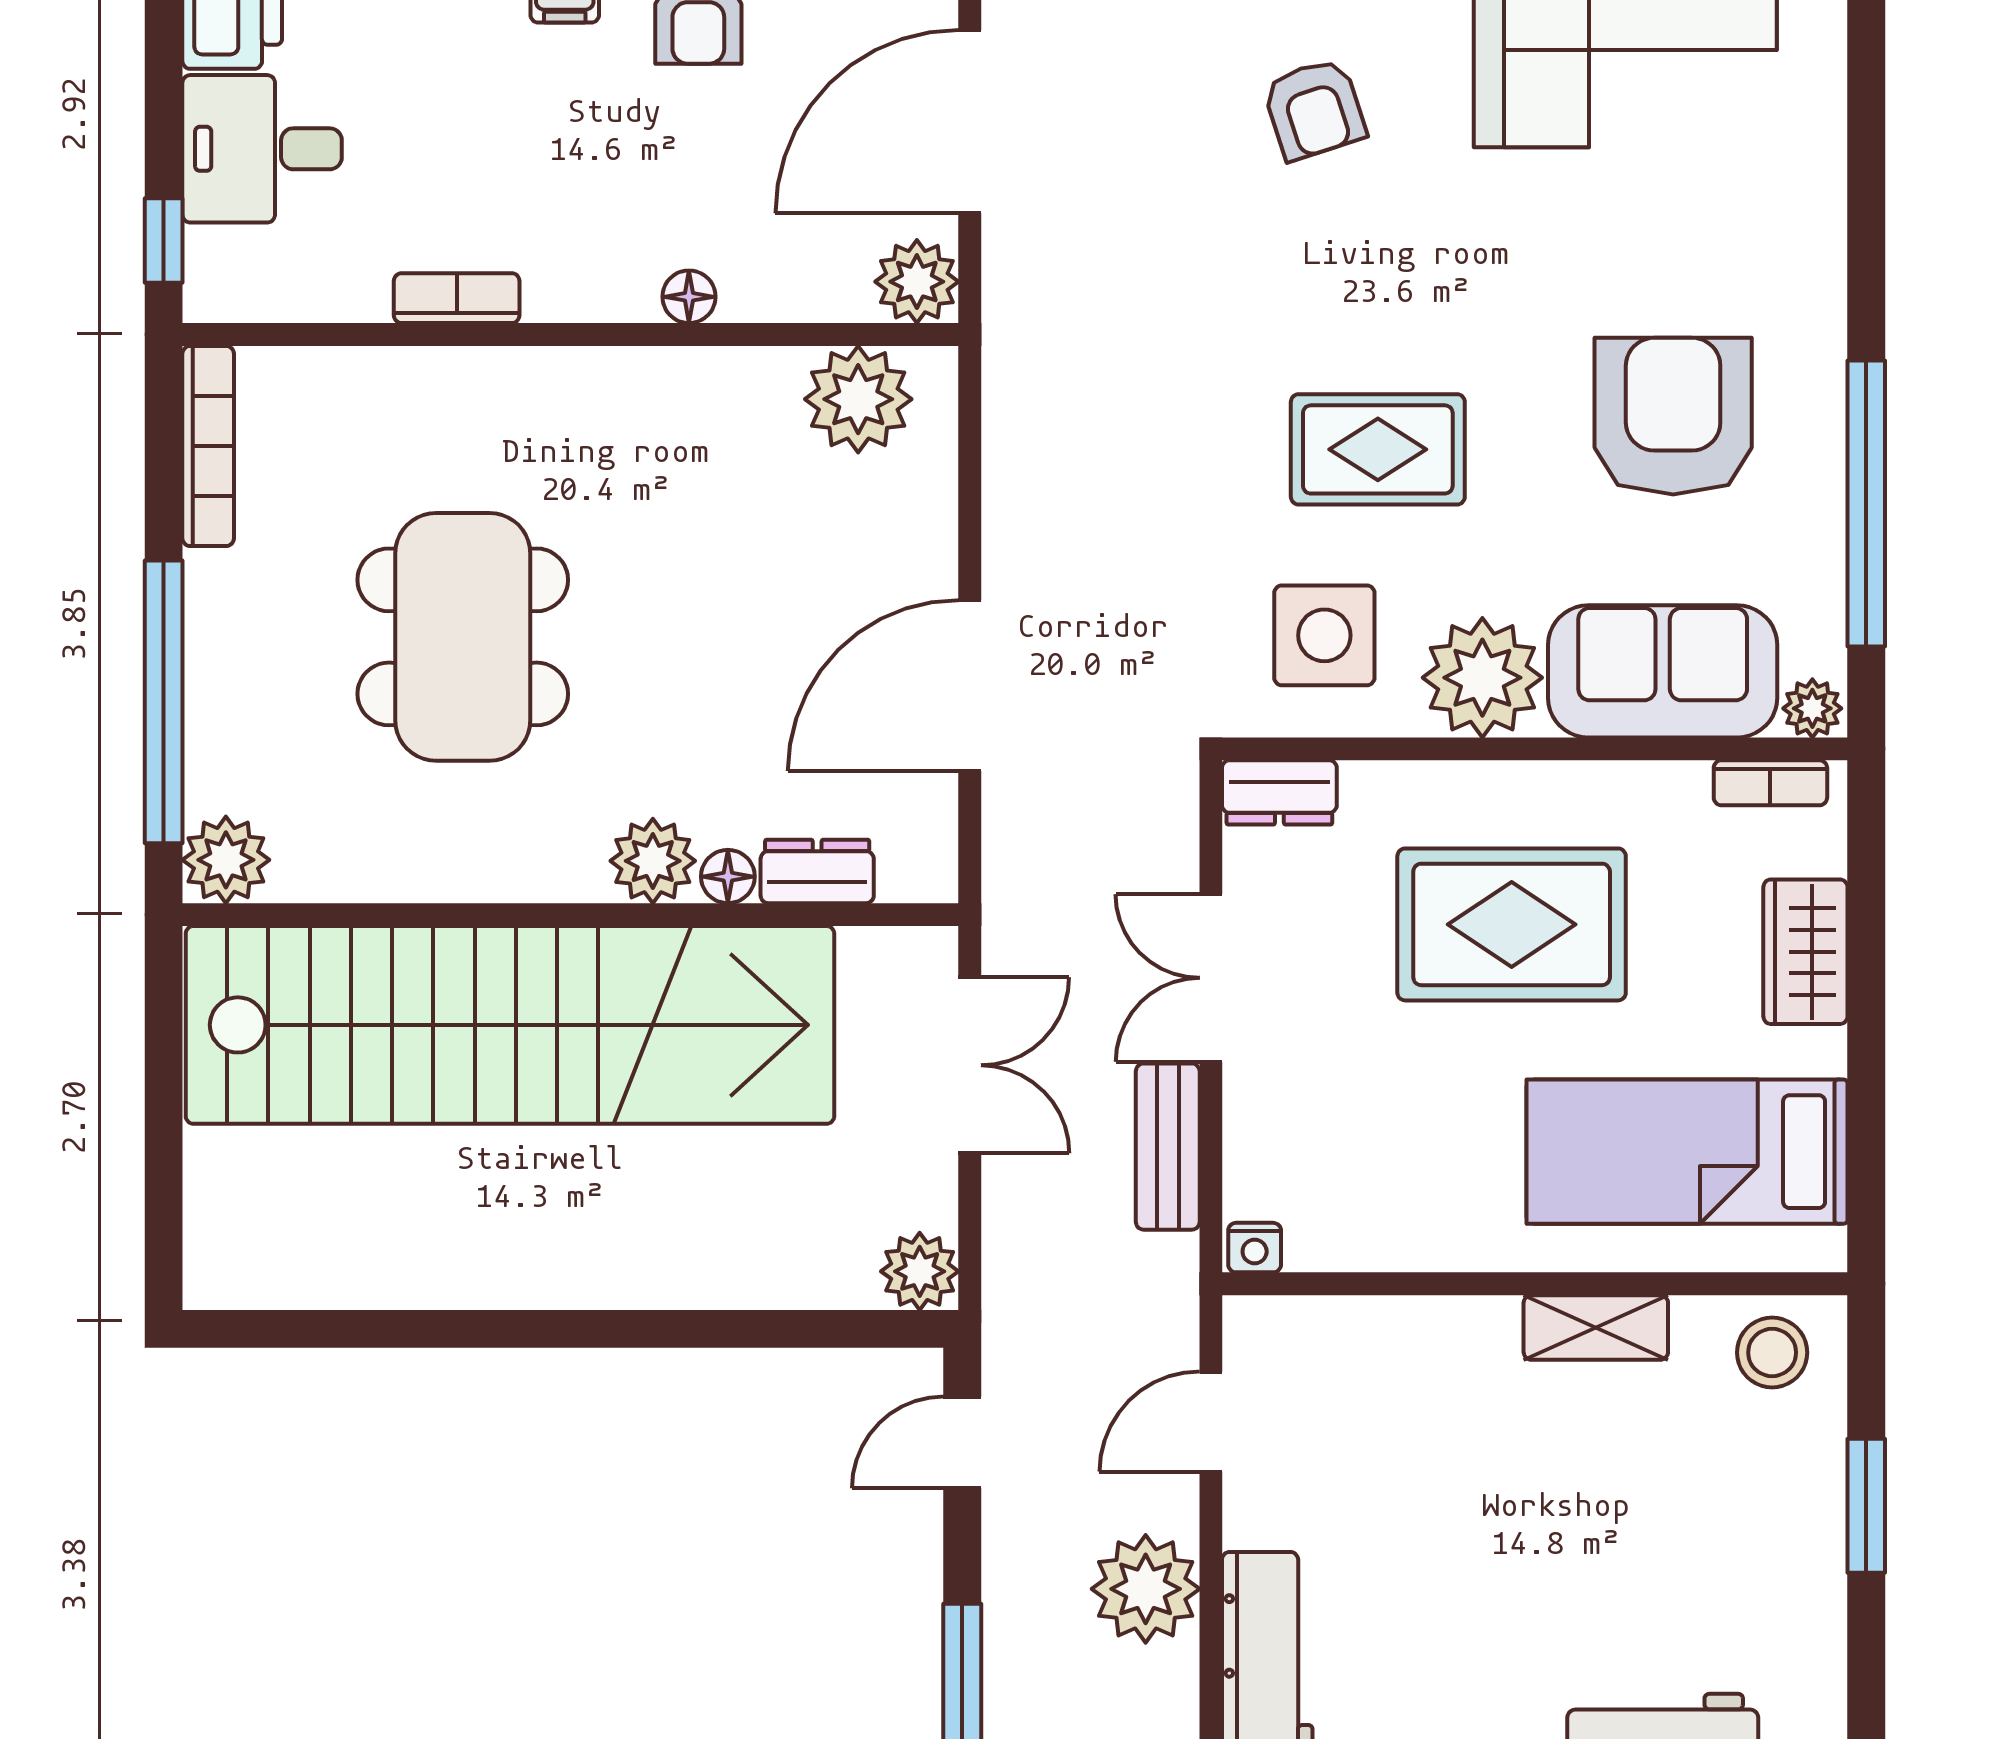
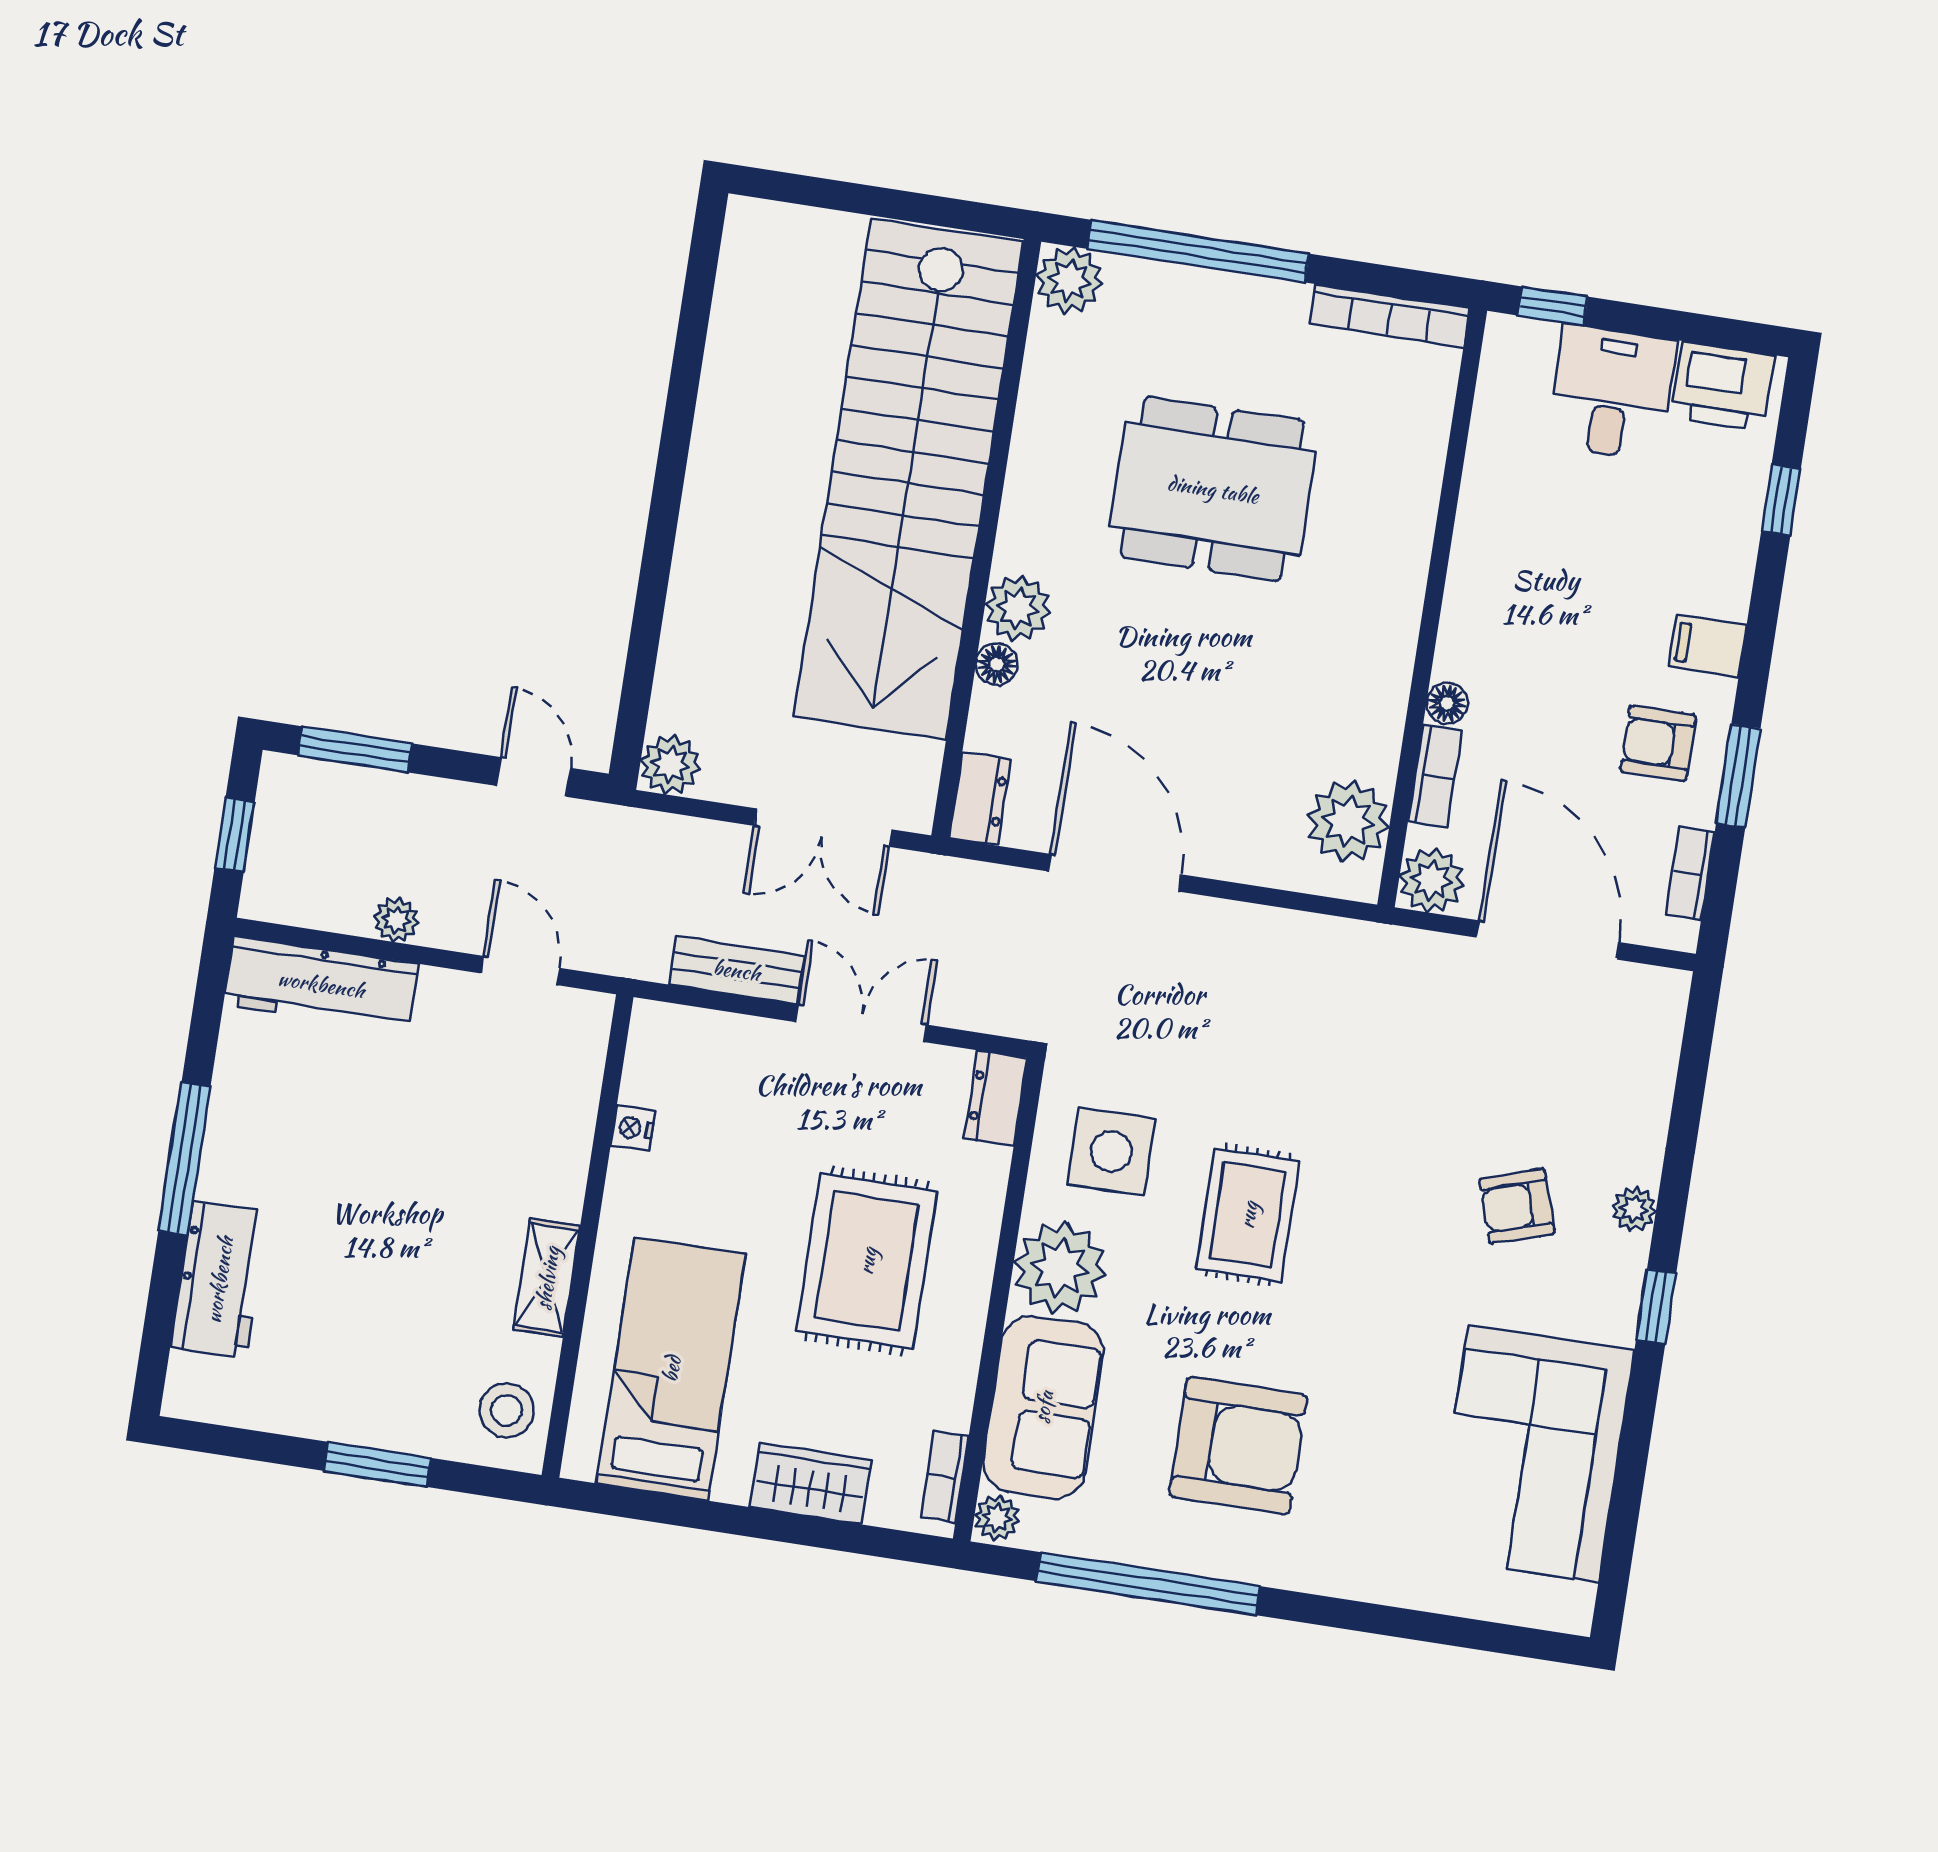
bookcase: (457, 298) -> (1435, 776), moved
dresser: (817, 871) -> (980, 799), moved
nightstand: (1255, 1248) -> (633, 1128), moved
plant: (1146, 1589) -> (396, 920), width x0.53, depth x0.53

